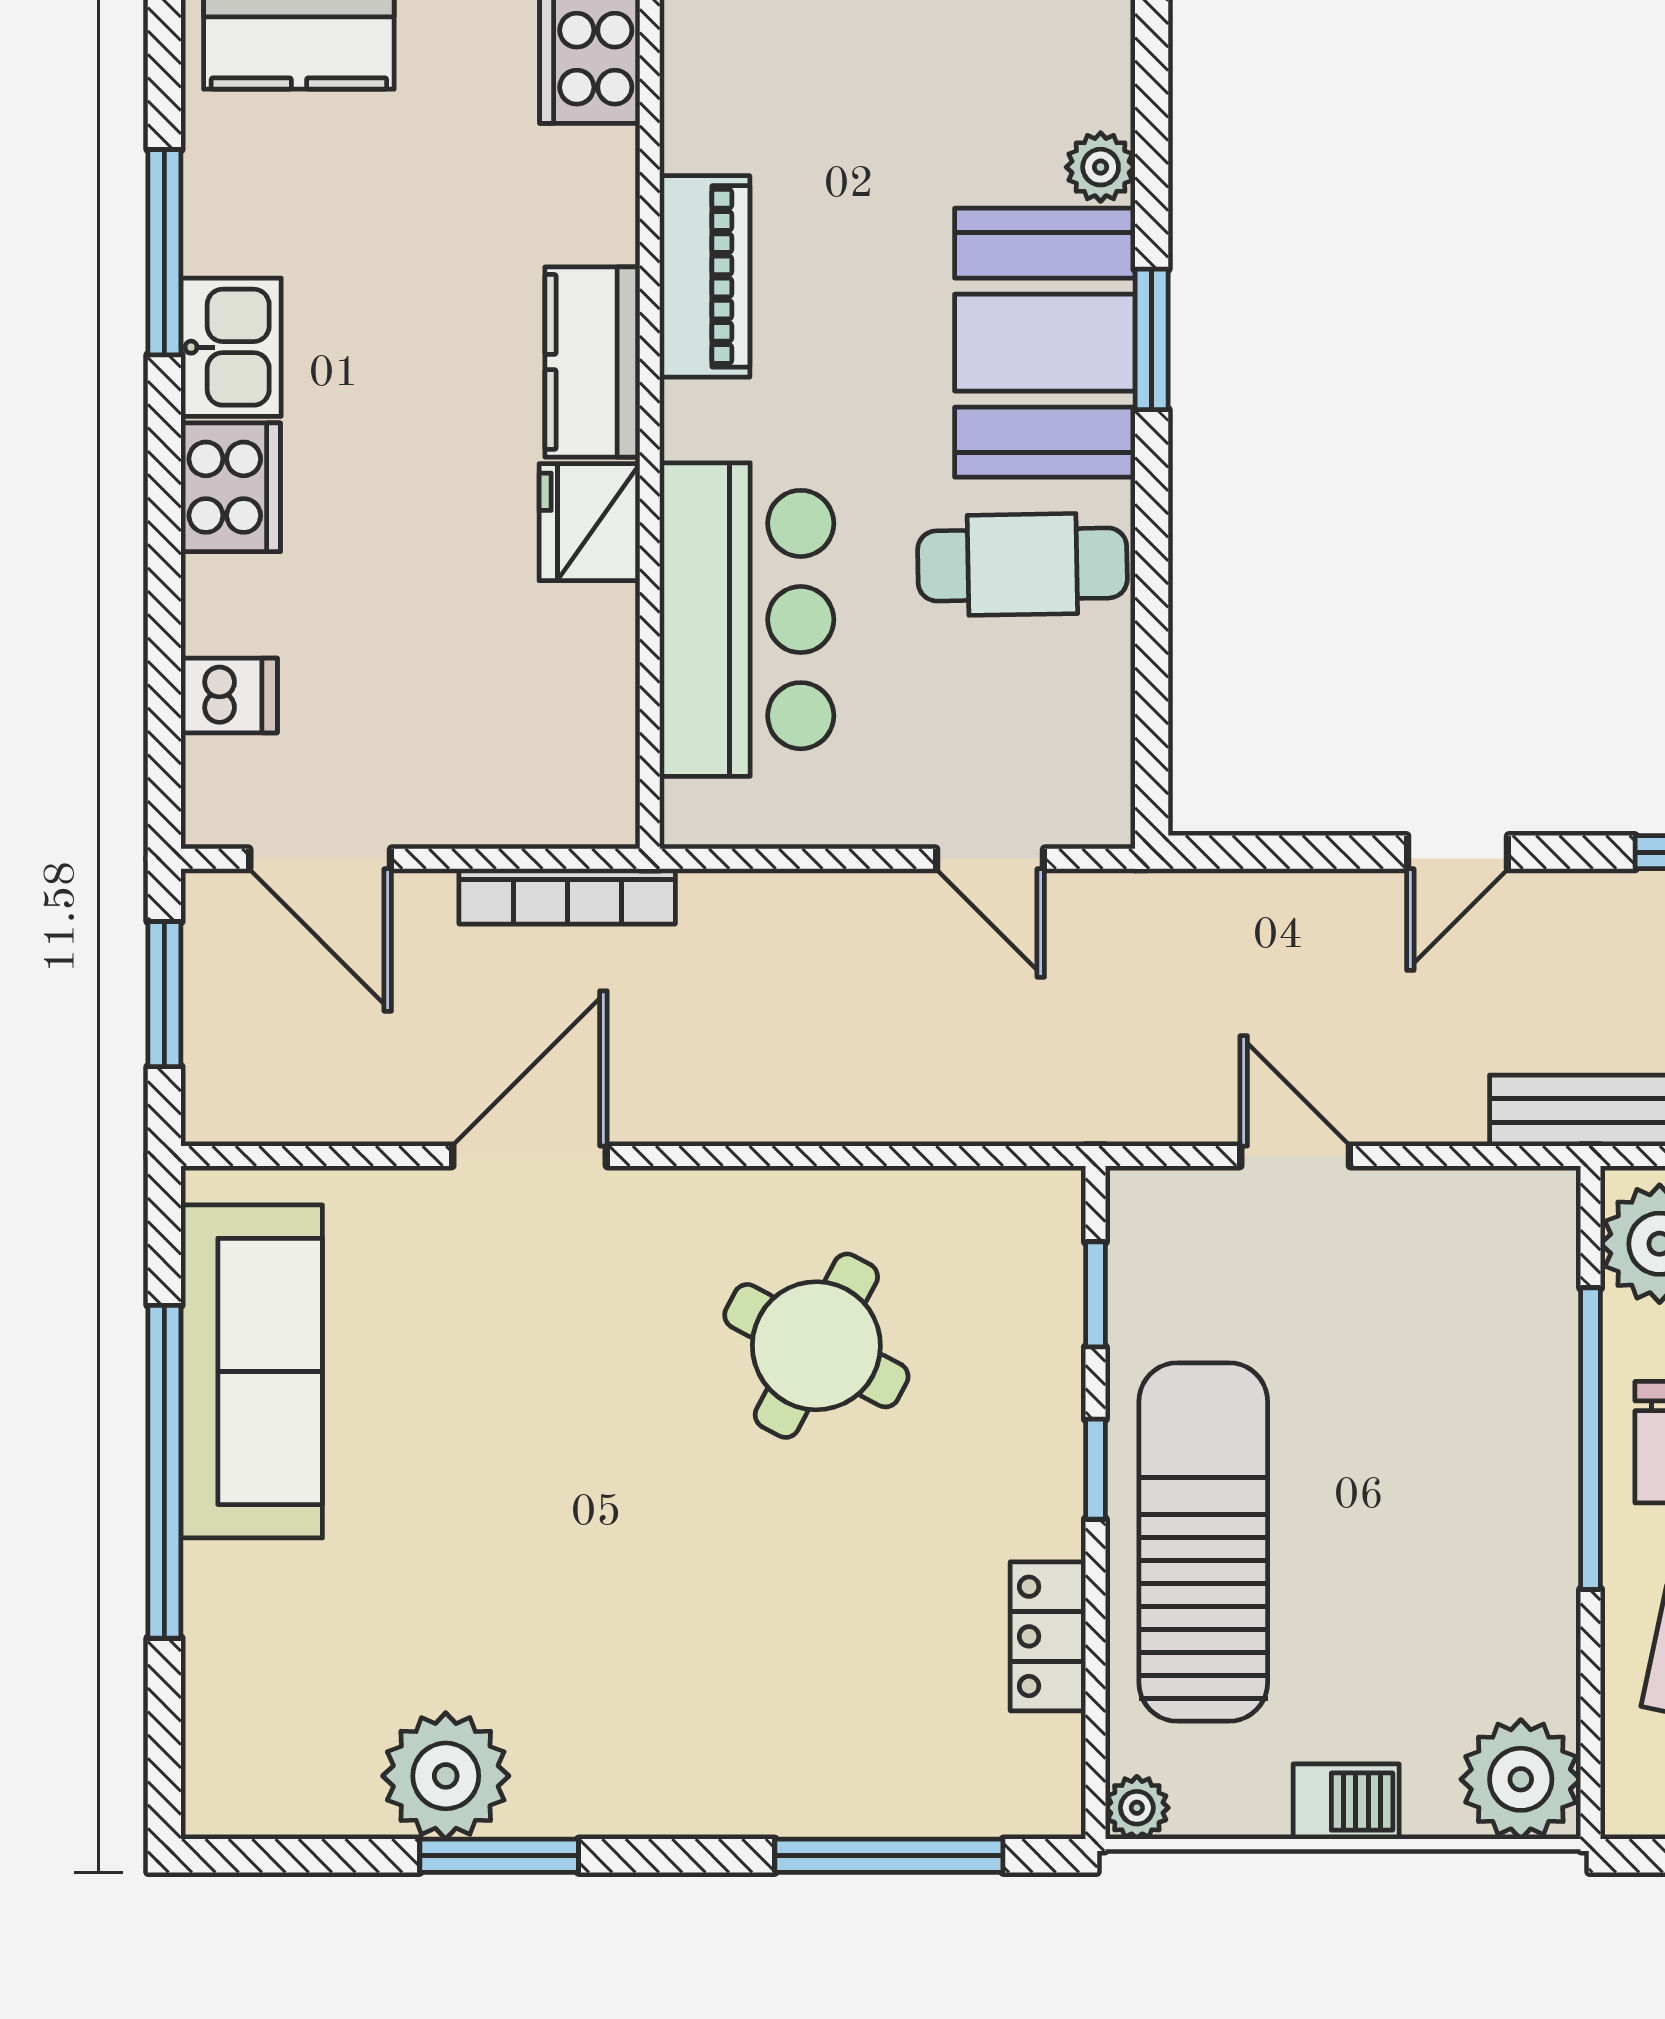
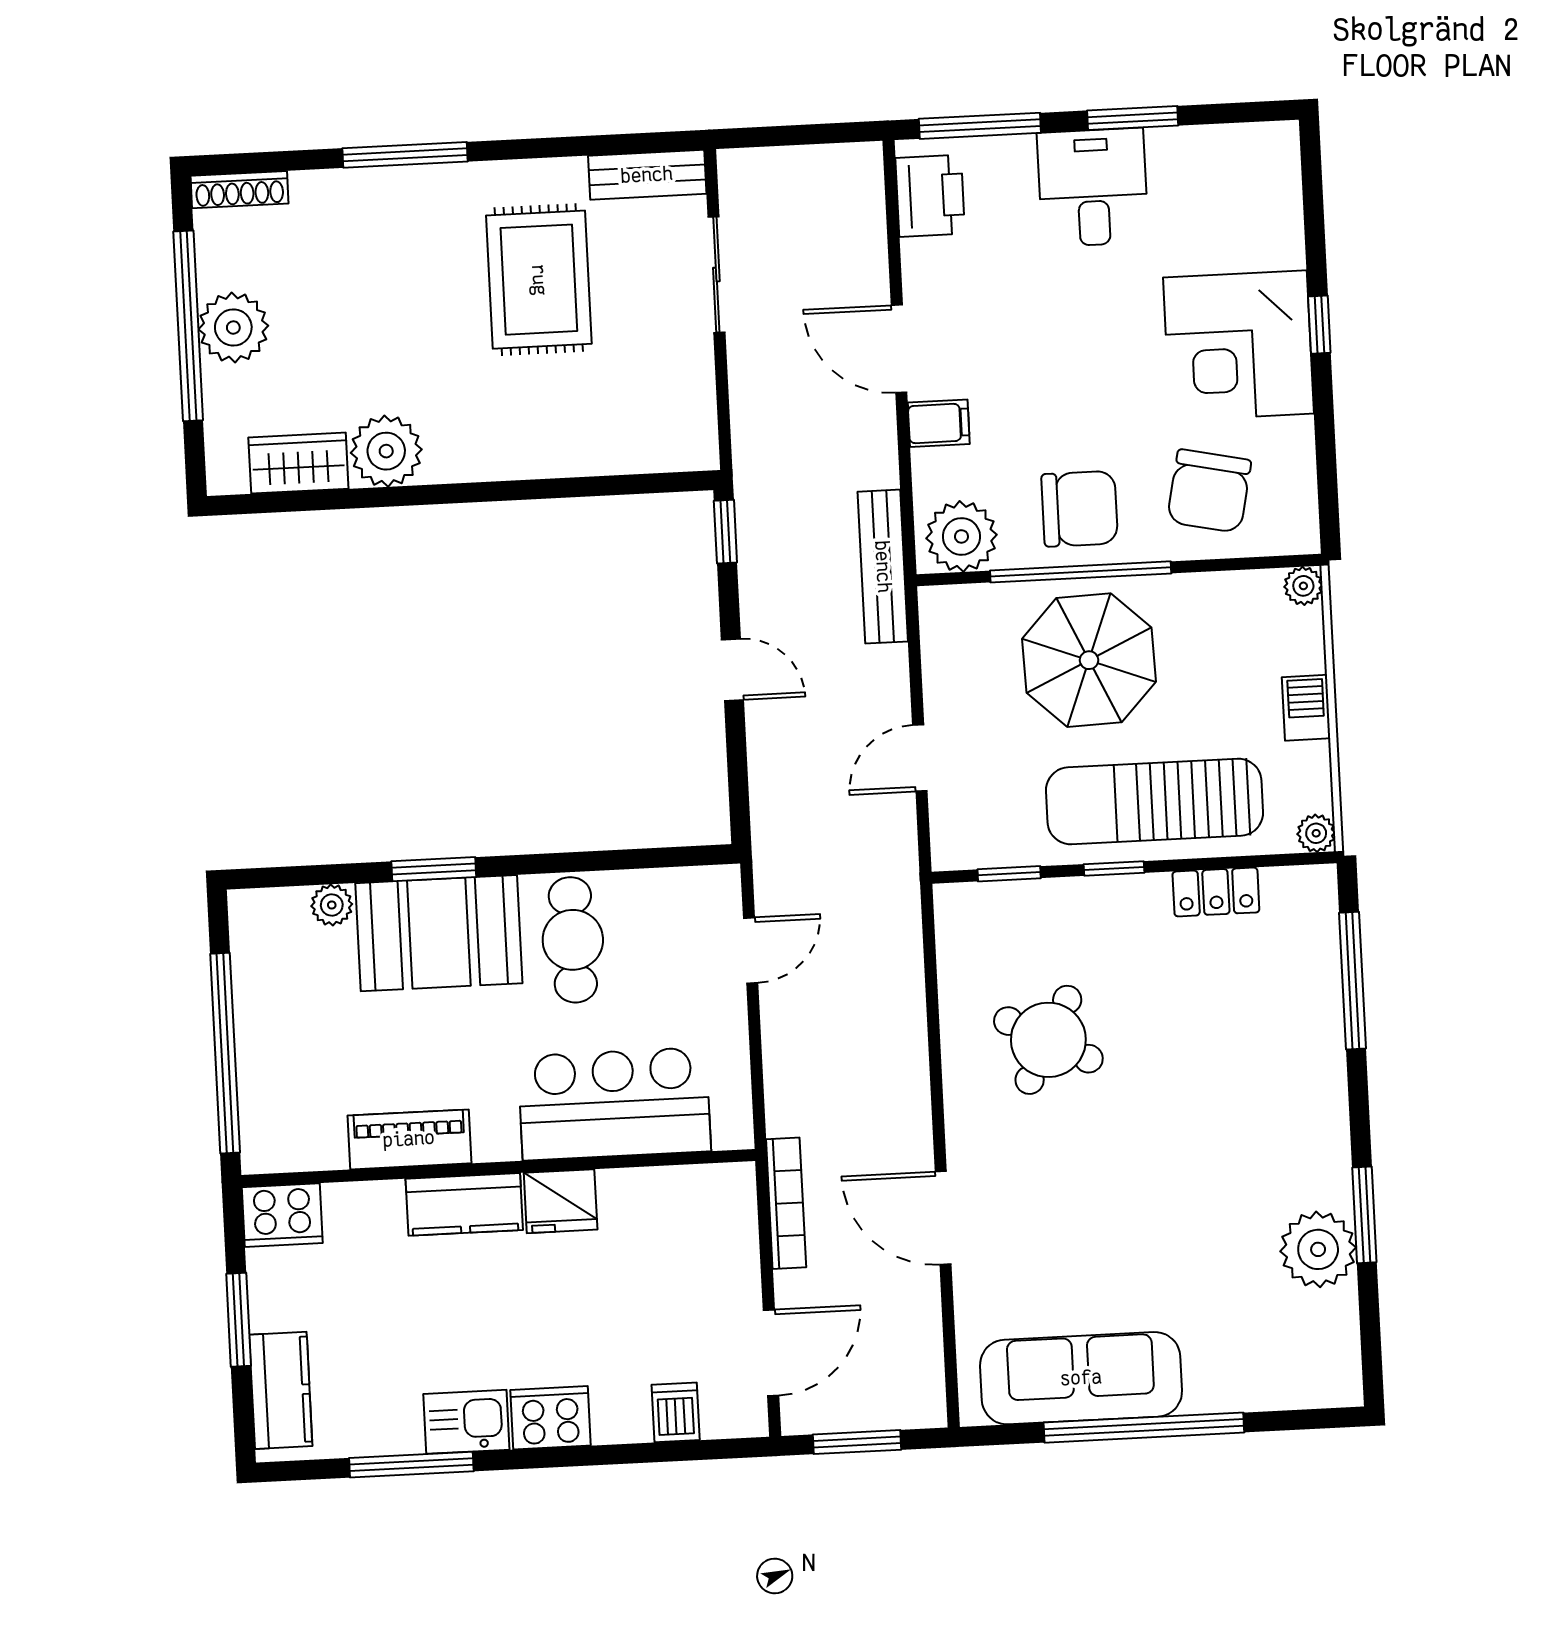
parasol: (1443, 1445) -> (1089, 660), added
plant: (1521, 1779) -> (1303, 586), width x0.53, depth x0.53

